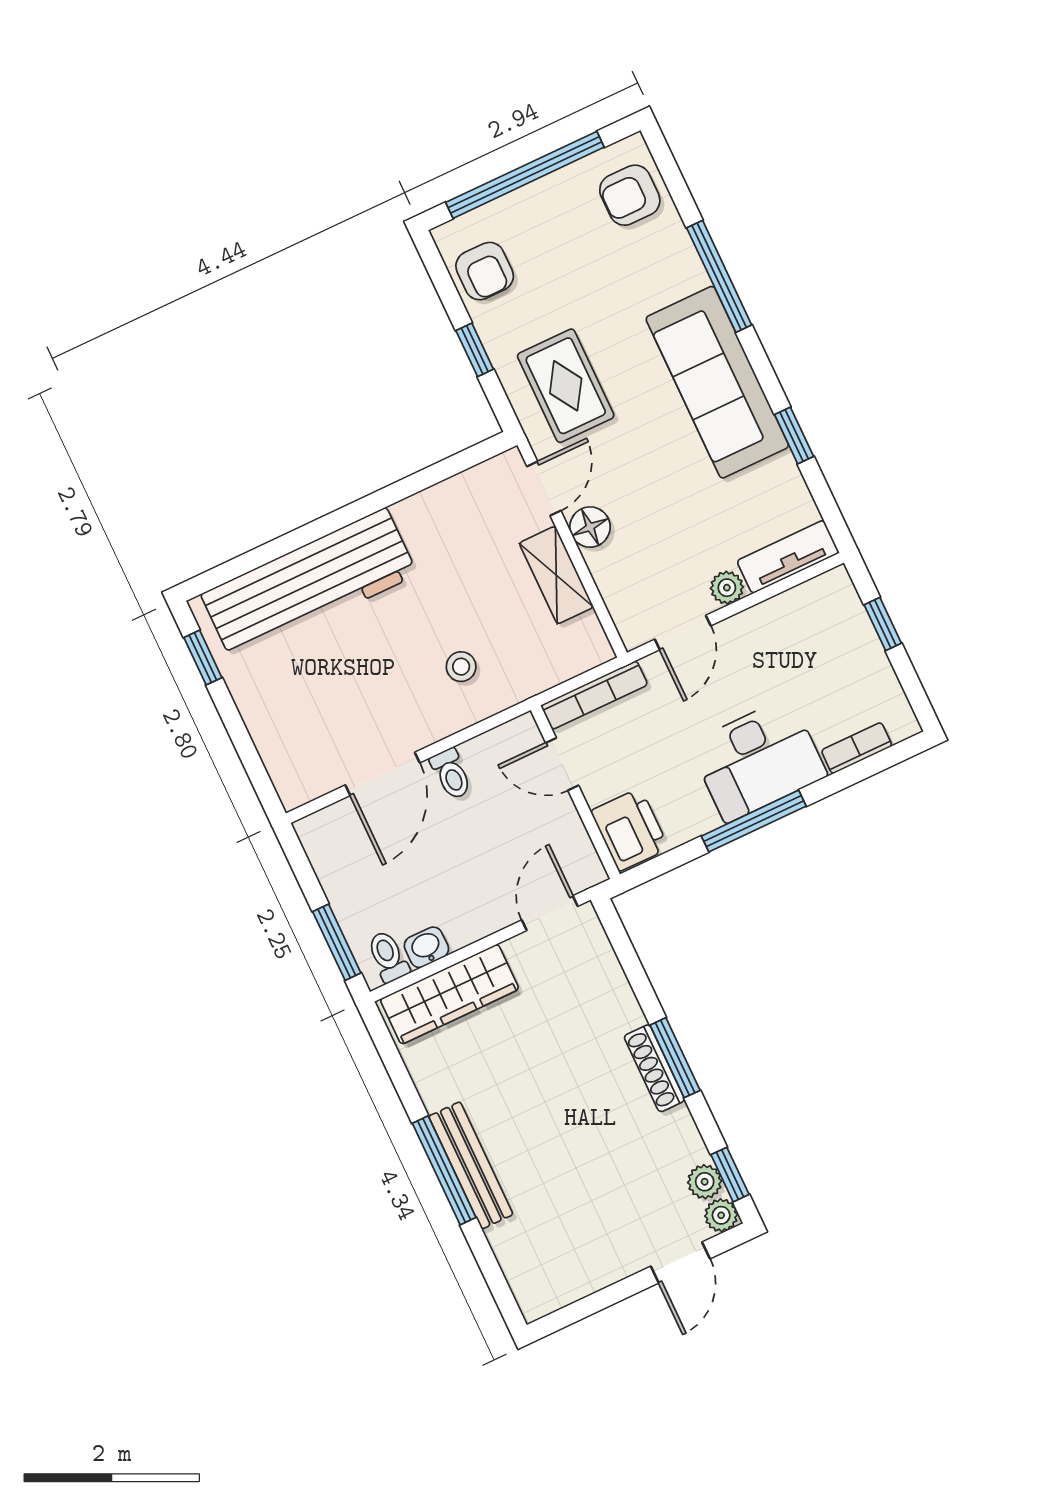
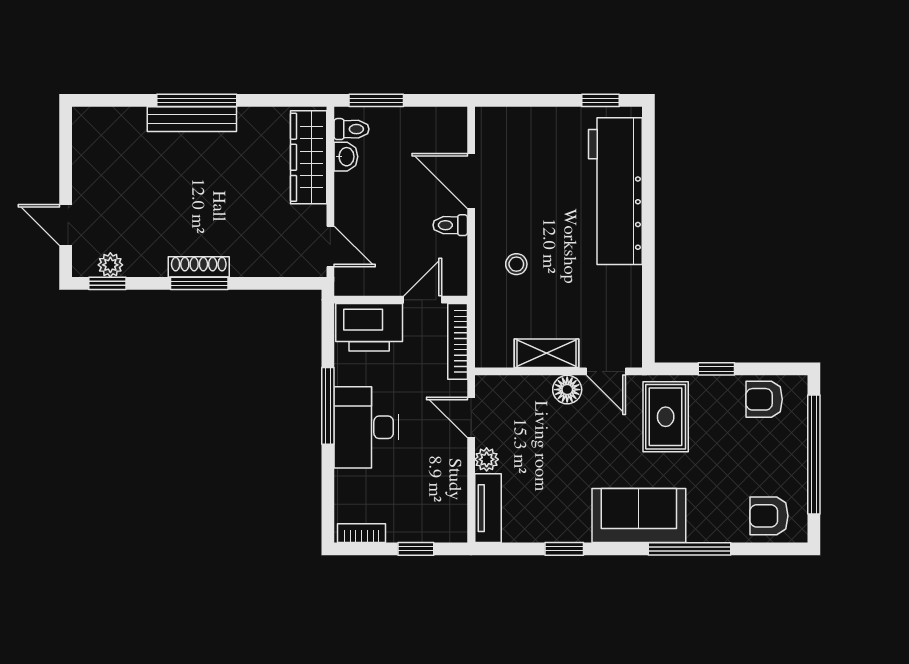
armchair: (630, 195) -> (769, 516), turned -90
sofa: (717, 382) -> (639, 516), width x0.73
rug: (566, 386) -> (666, 417), turned 90
bookcase: (857, 748) -> (362, 533), moved, turned -90
printer: (630, 830) -> (369, 327), width x1.37, depth x1.19
plant: (721, 1215) -> (84, 265), removed

